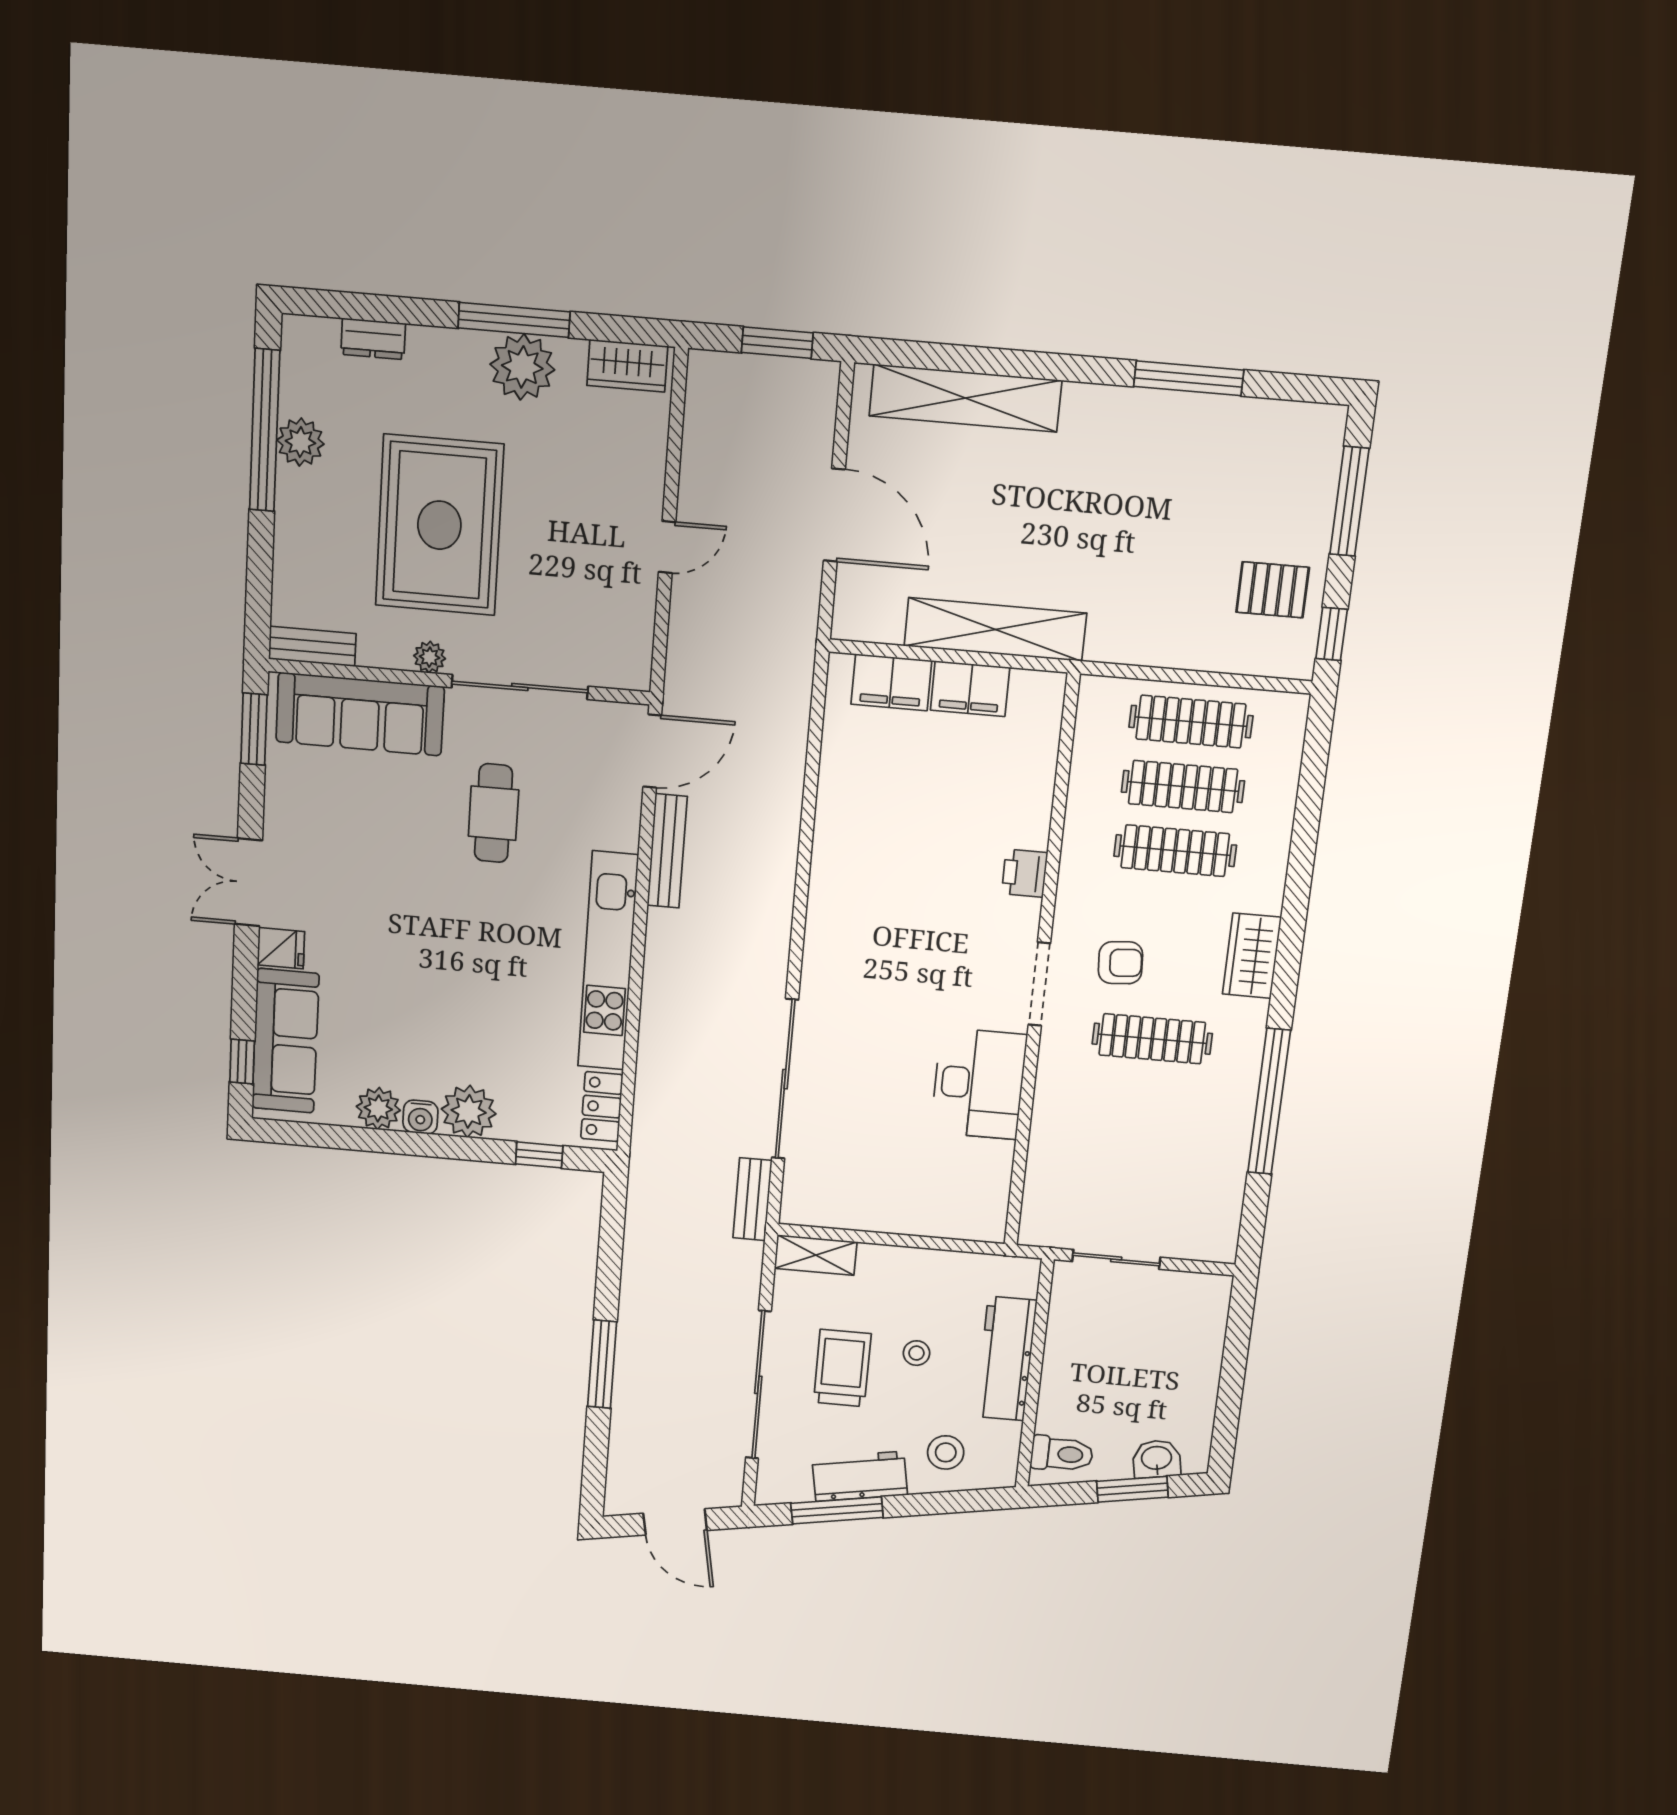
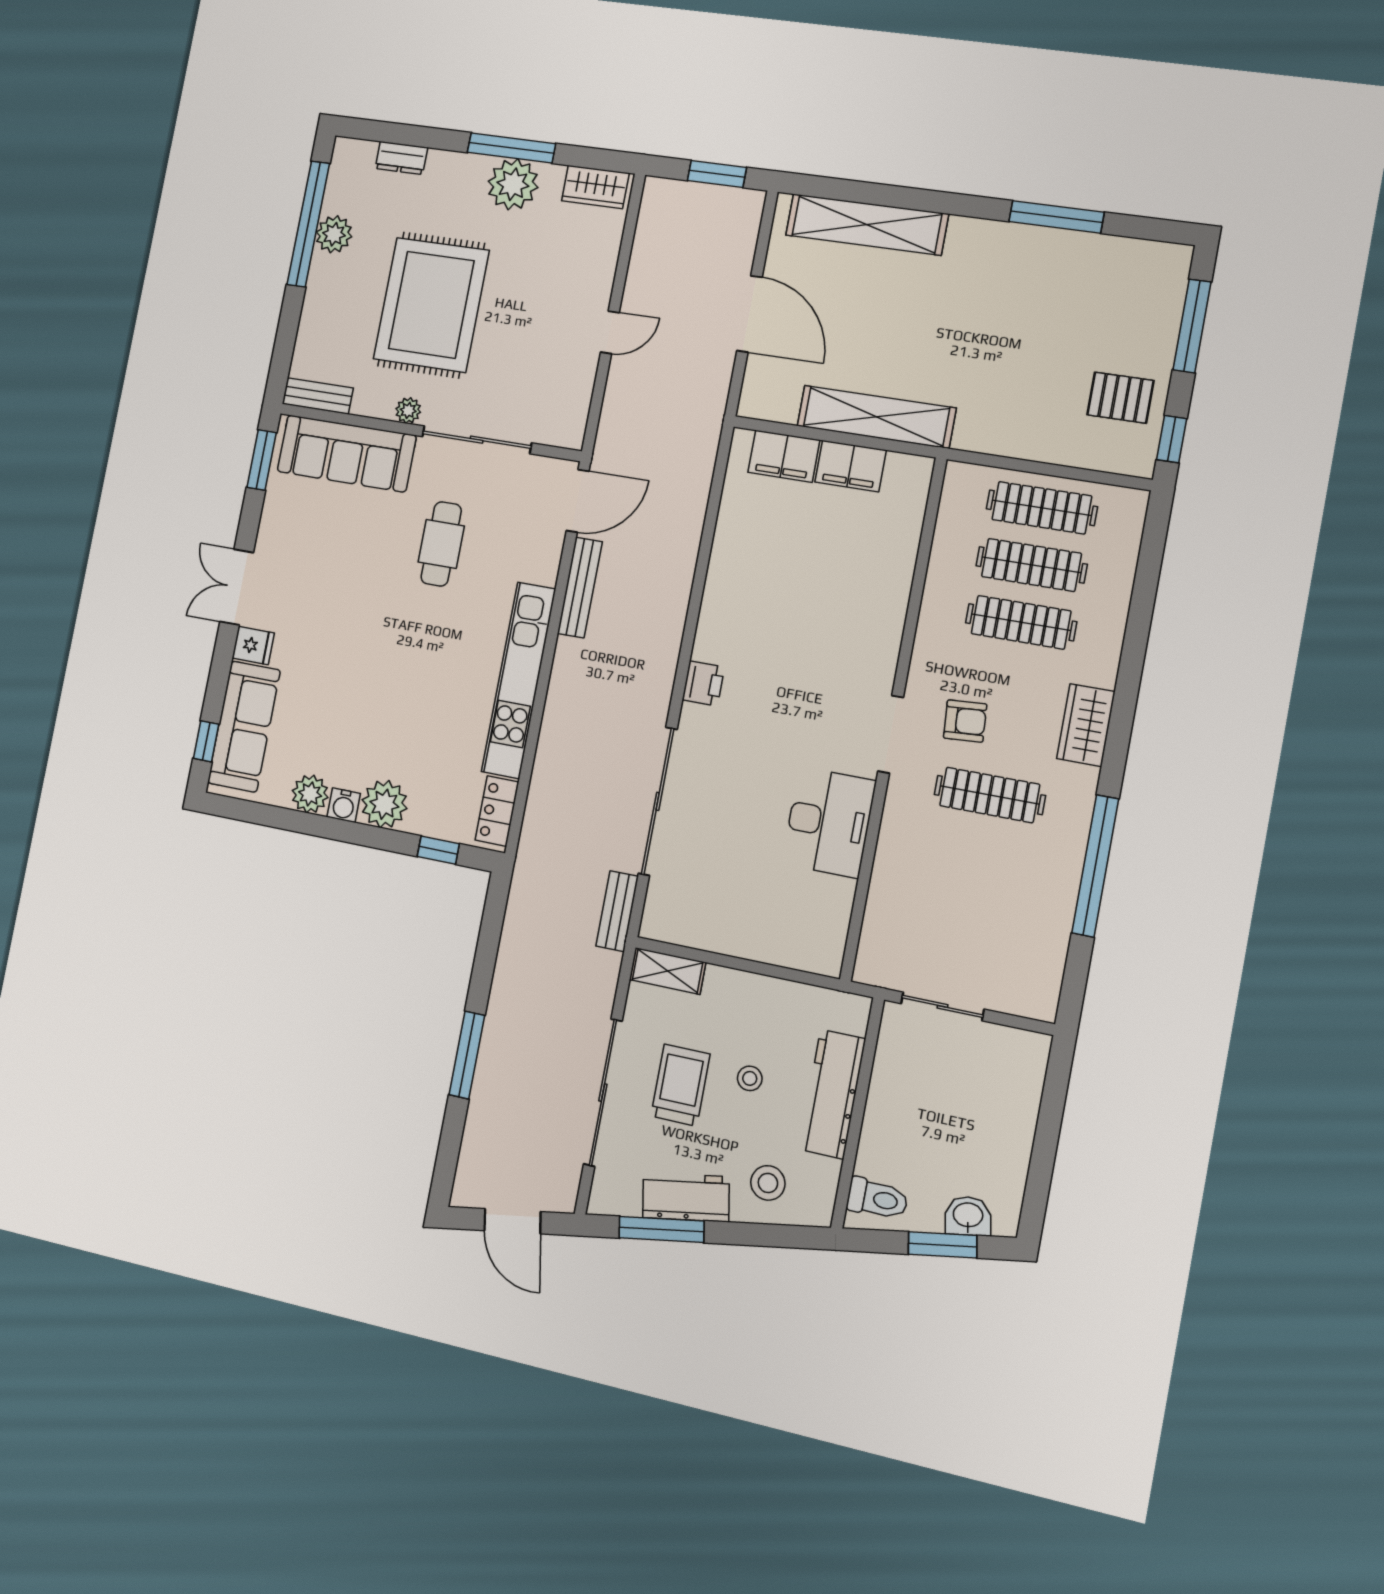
printer: (1025, 873) -> (703, 683), moved, turned 180

